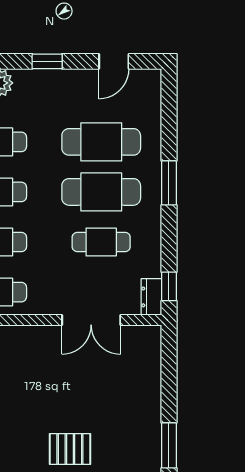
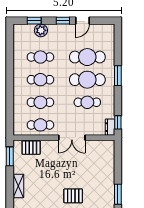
door: (114, 61) -> (82, 21), moved
double door: (91, 320) -> (72, 138), moved

